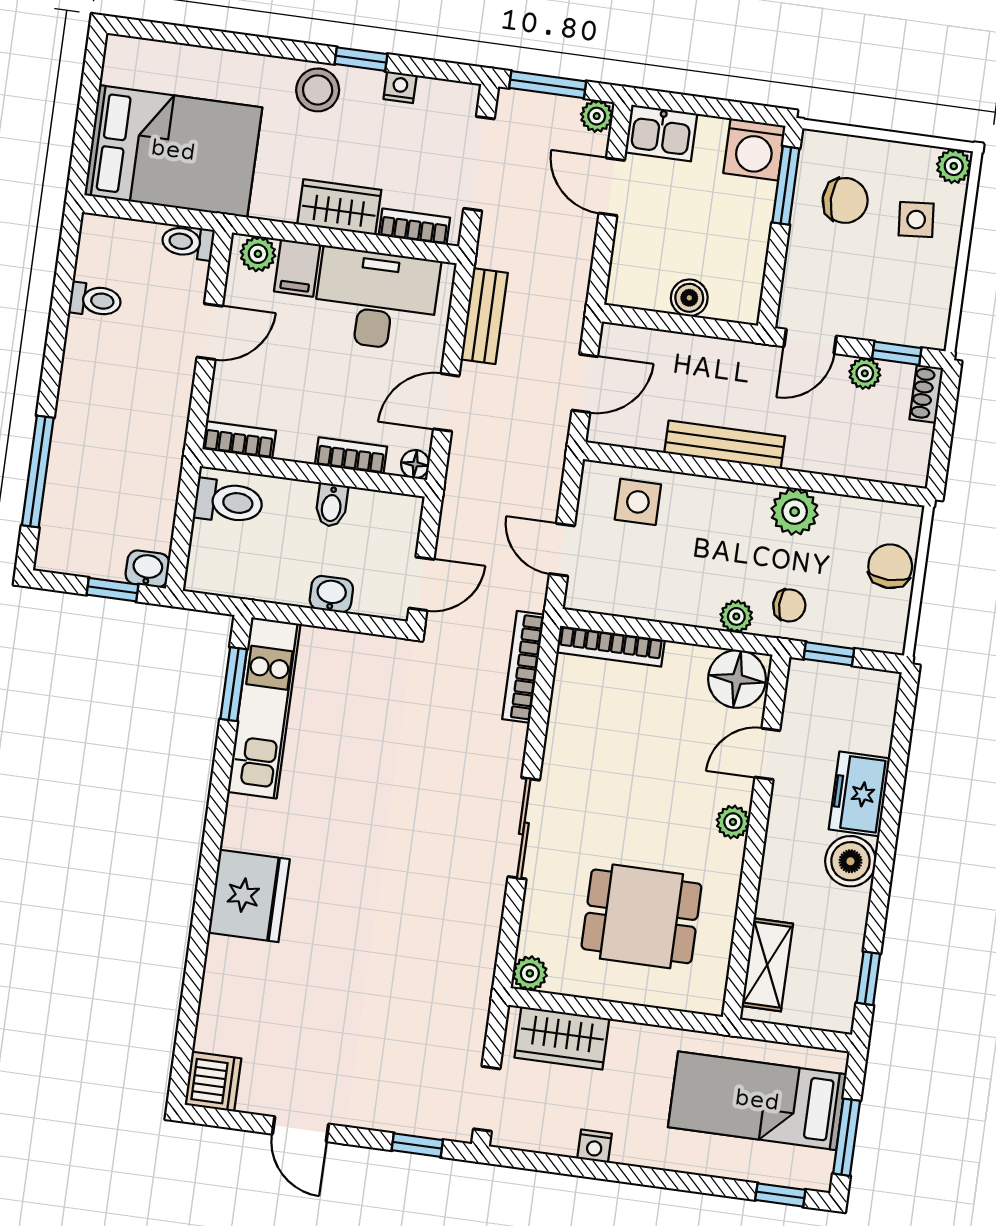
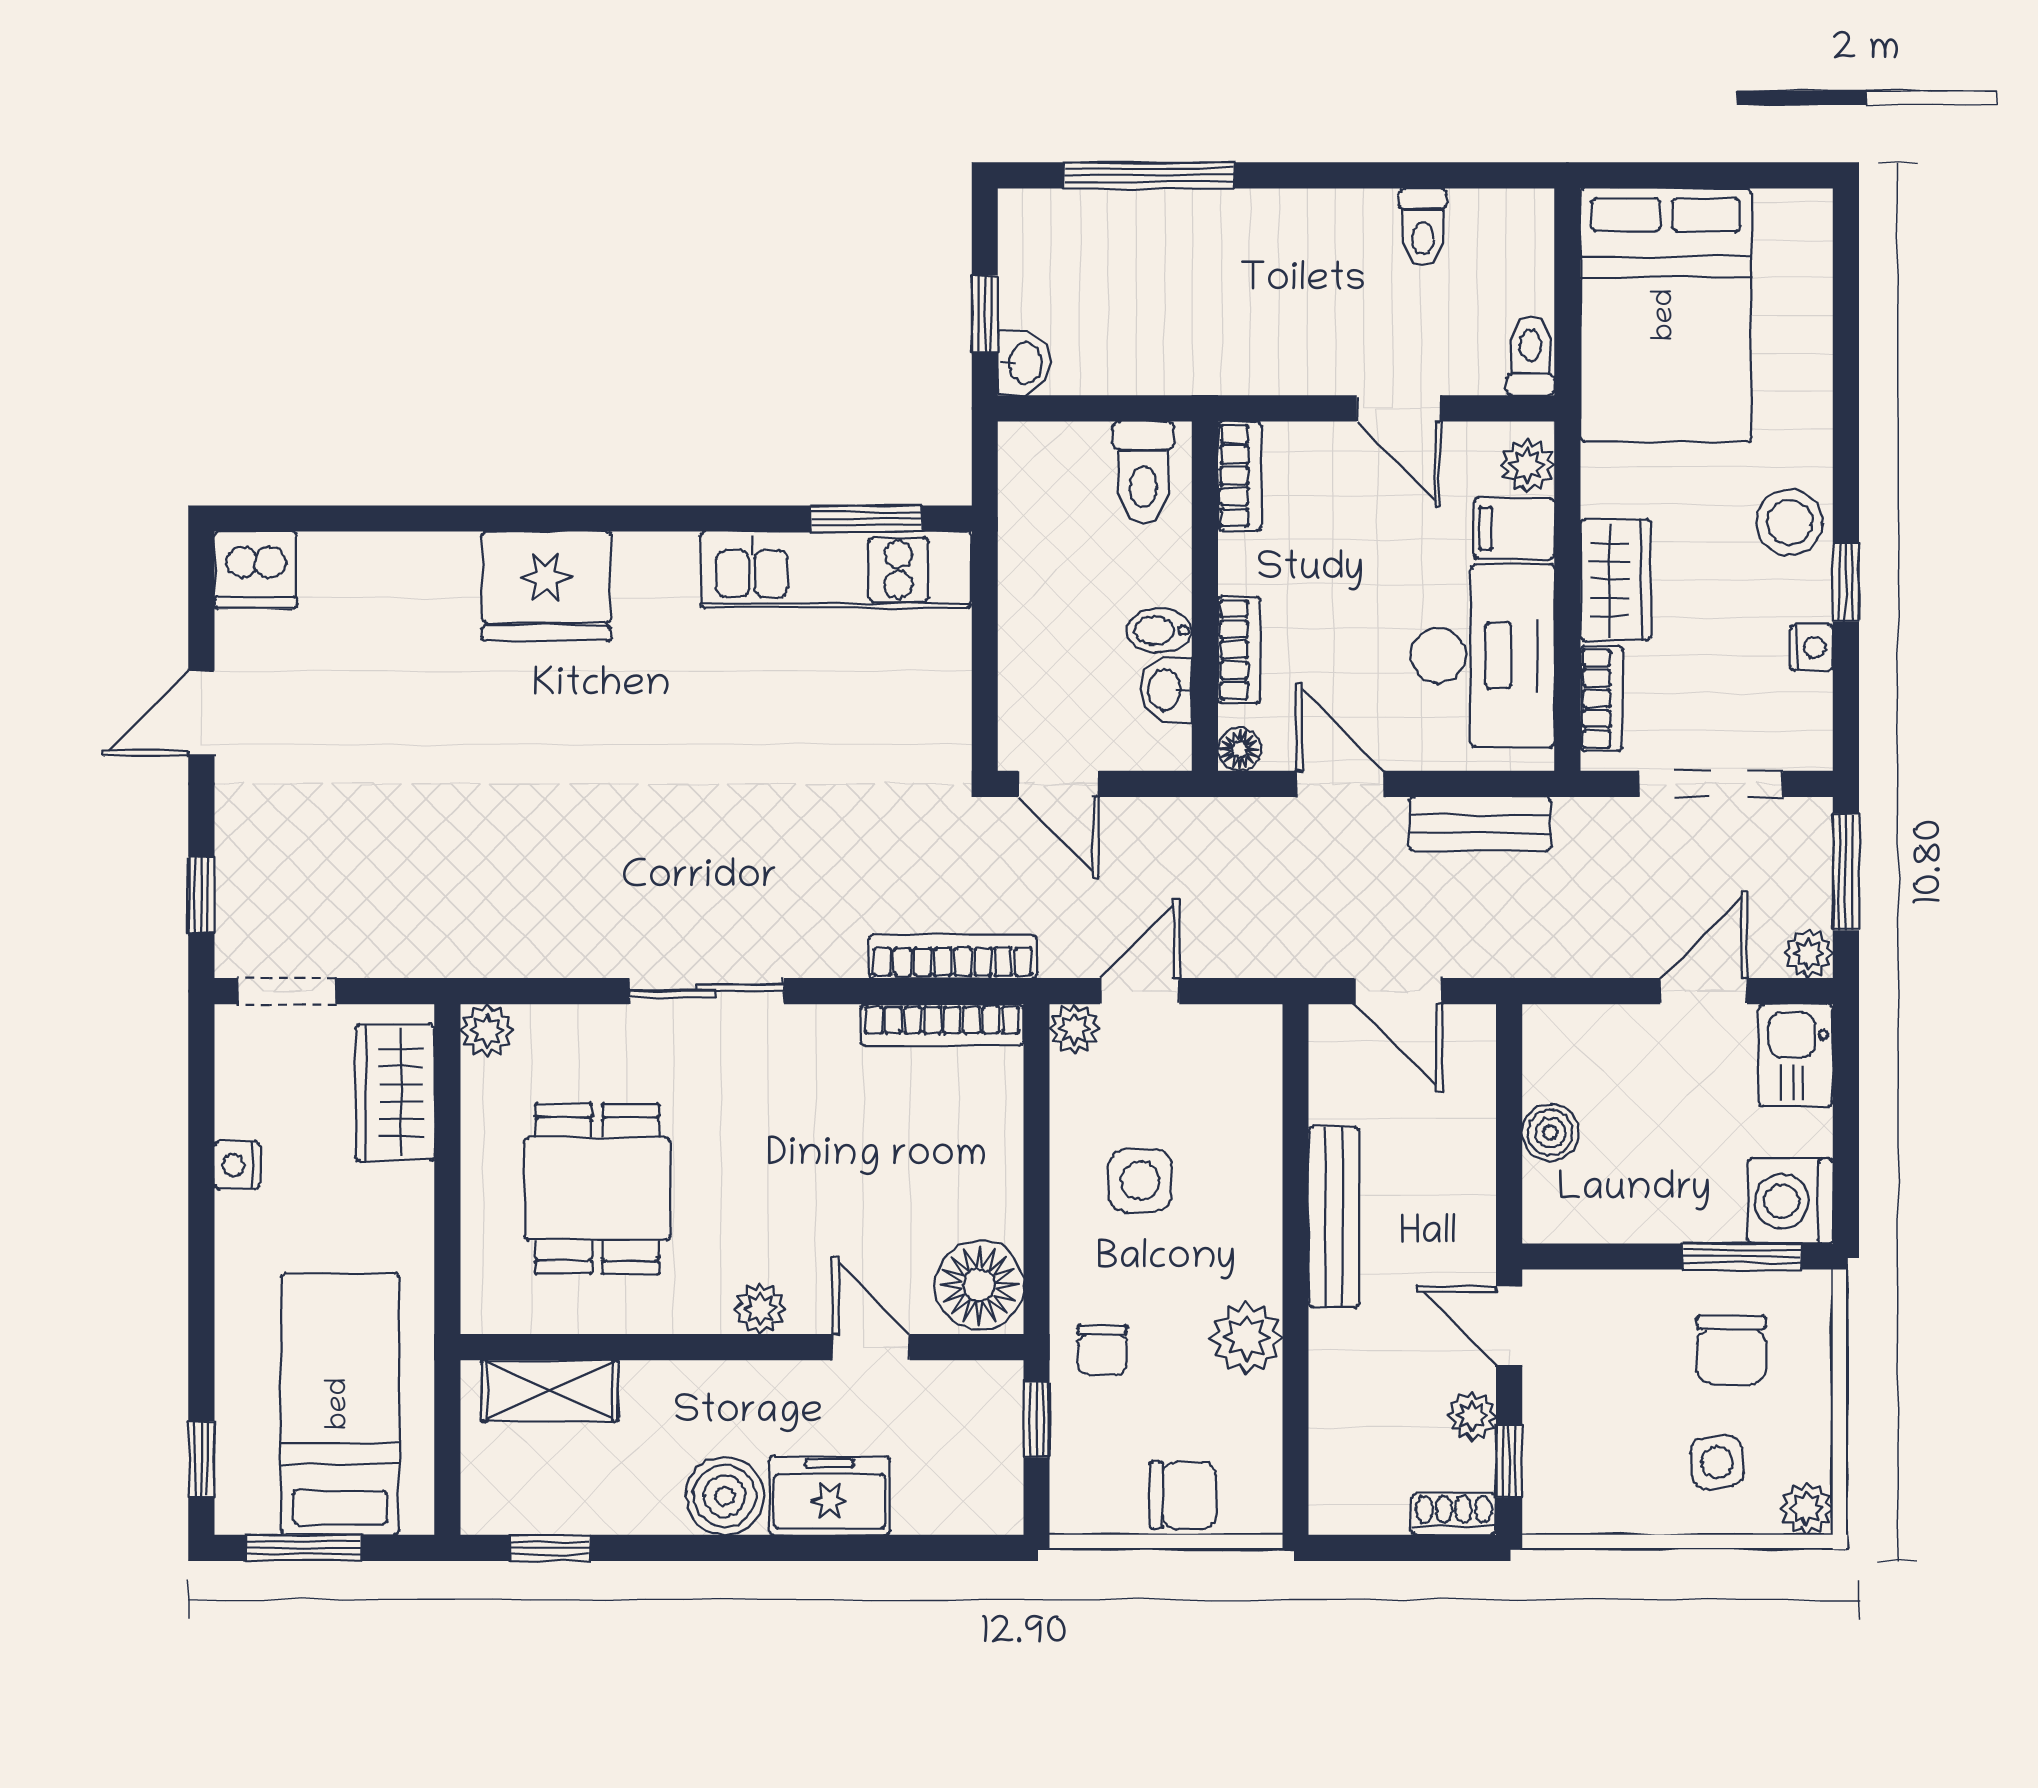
side table: (638, 502) -> (1140, 1180), moved
washbasin: (331, 594) -> (1166, 690), moved, turned 180
plant: (736, 616) -> (1074, 1029), moved
bookcase: (611, 646) -> (942, 1025), moved, turned -90

